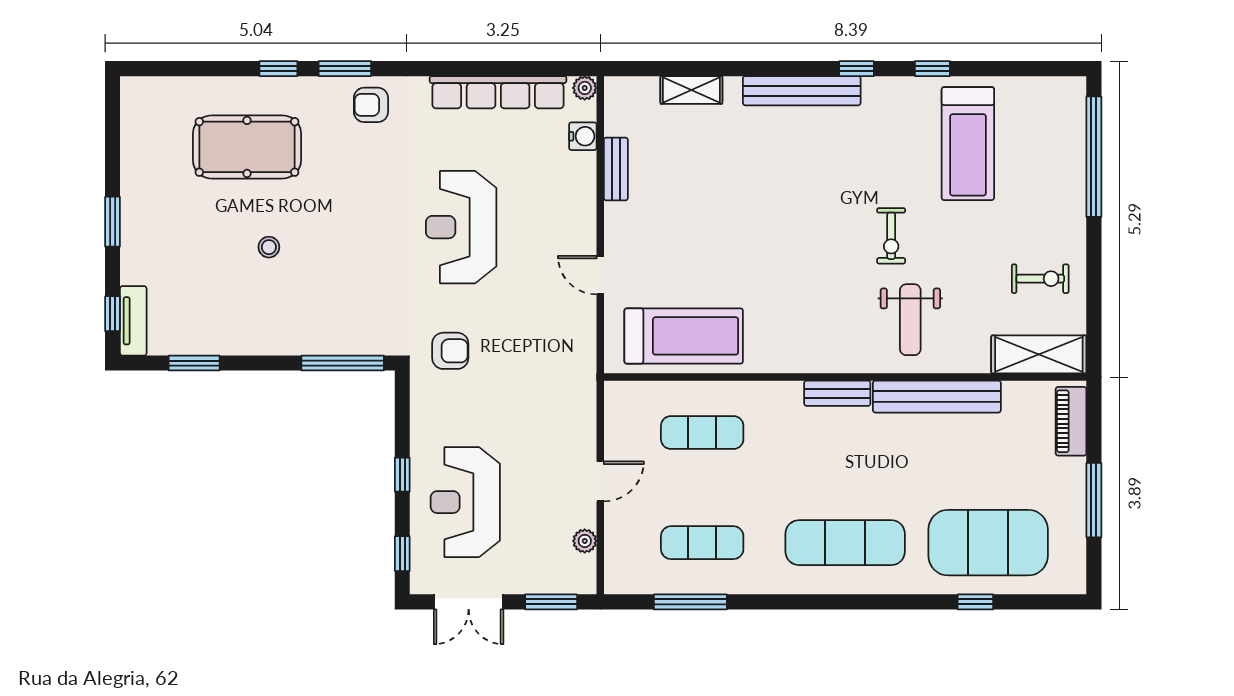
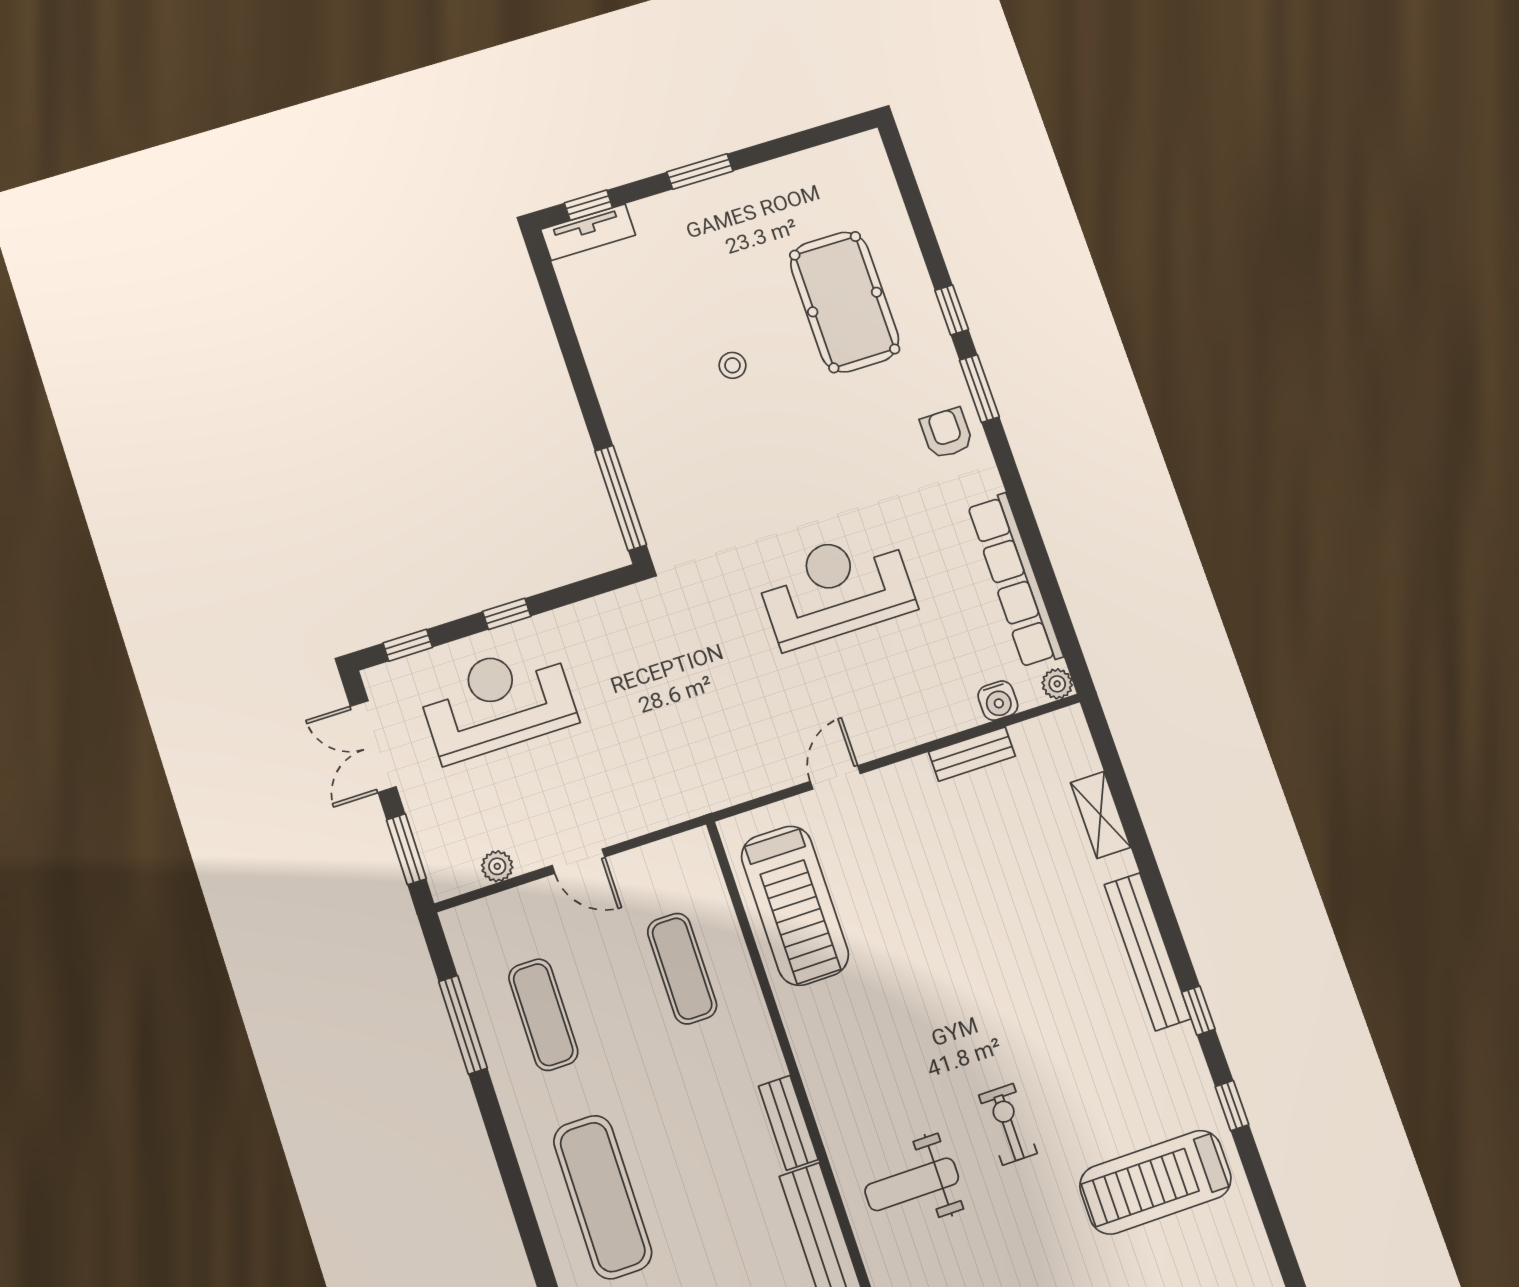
exercise bike: (891, 236) -> (1008, 1124), turned 90
armchair: (450, 351) -> (680, 624), removed
window: (194, 363) -> (561, 320), removed

